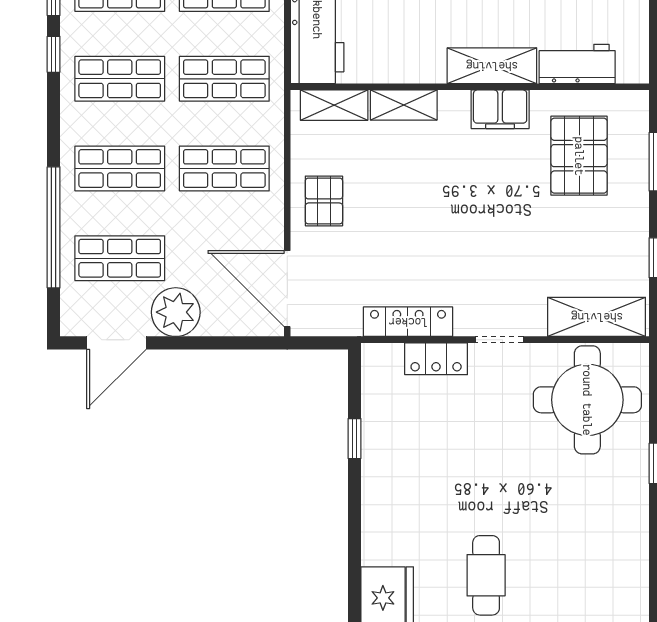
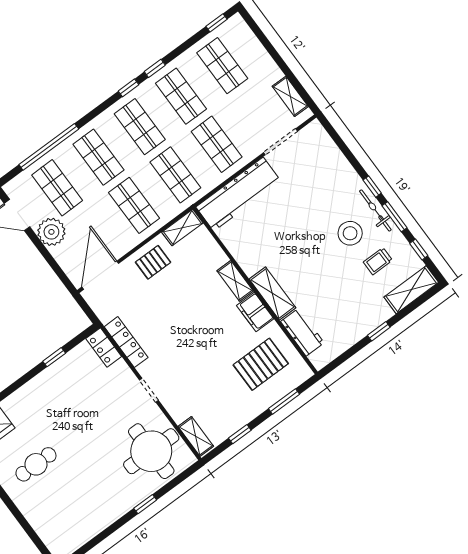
shelving: (334, 105) -> (182, 228), moved, turned 90
shelving: (404, 105) -> (235, 281), moved
shelving: (597, 317) -> (196, 436), width x0.67, depth x0.75
locker: (436, 359) -> (104, 347), moved

